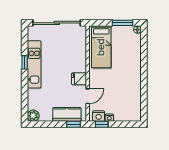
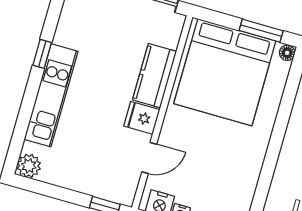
bed: (101, 47) -> (225, 72), width x2.04
kitchen unit: (34, 64) -> (51, 95), moved
kitchen counter: (67, 114) -> (154, 76), moved, turned -90

